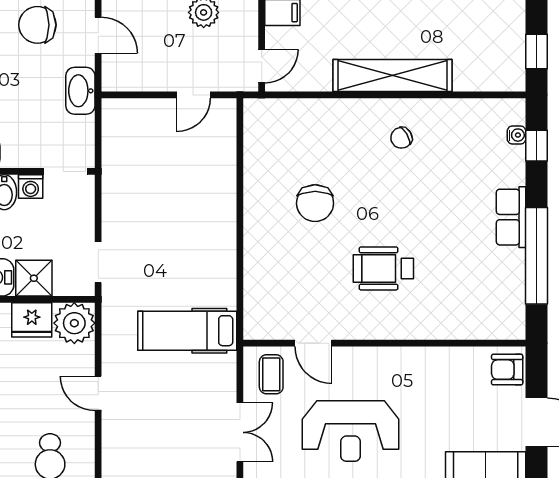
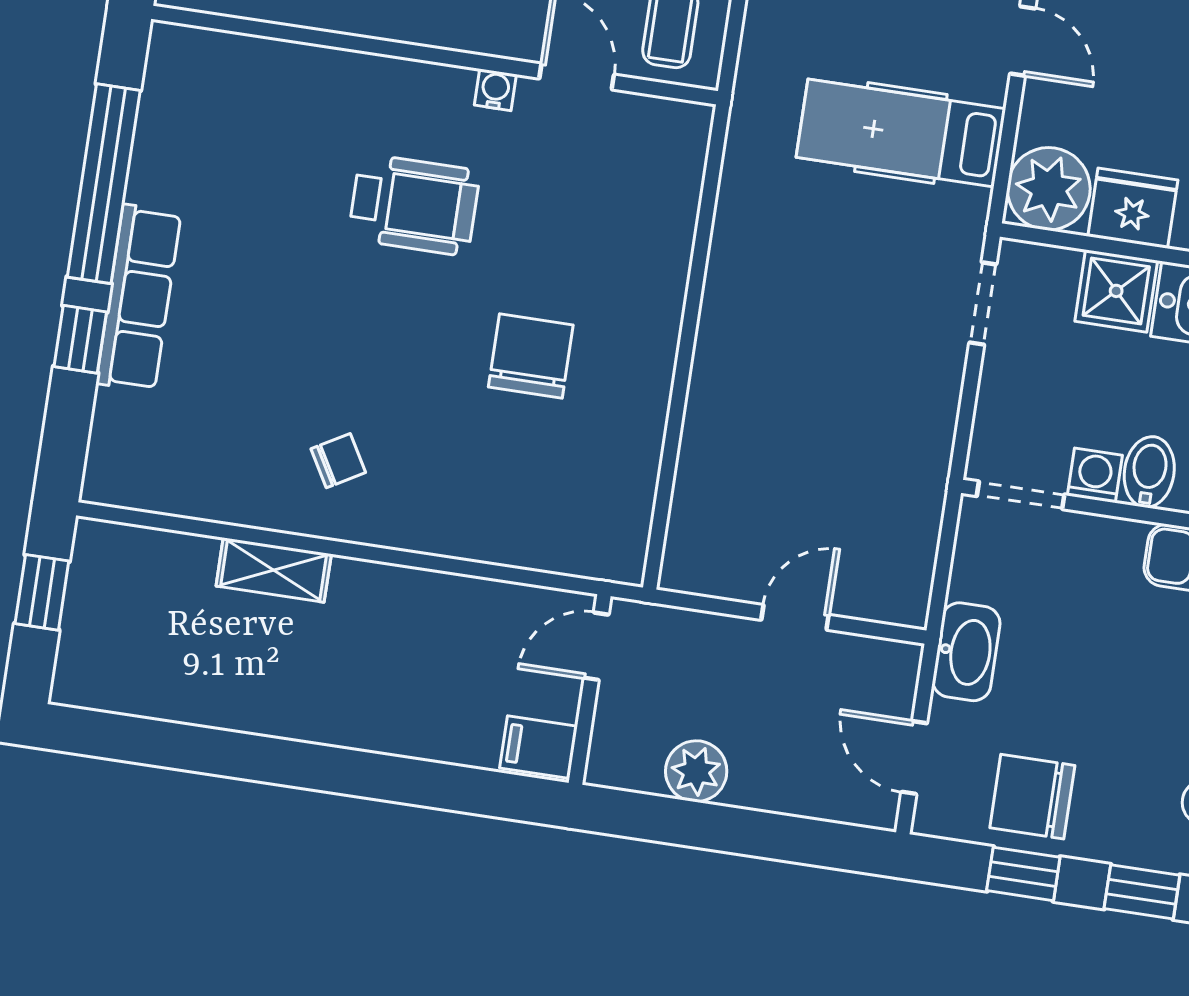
chair: (37, 25) -> (1032, 797), turned 180
shelving: (393, 75) -> (274, 570), width x0.45, depth x0.75
door: (193, 95) -> (795, 617), moved
water cooler: (516, 135) -> (495, 90), moved, turned 90
window: (537, 146) -> (80, 339), moved
row of seats: (511, 217) -> (139, 298), width x1.48
hospital bed: (187, 331) -> (901, 133), moved, turned 180

